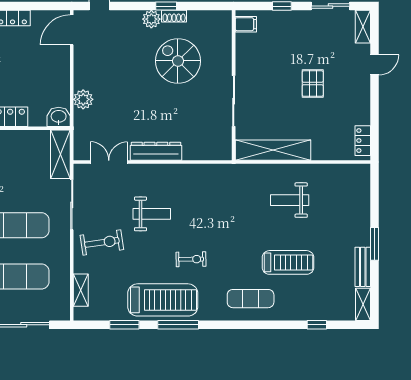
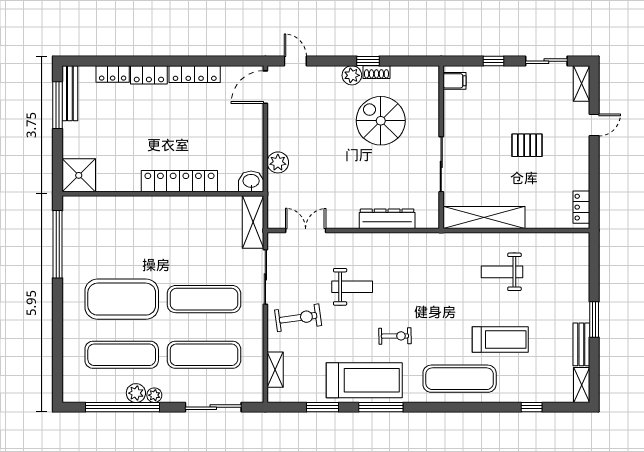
pallet: (313, 84) -> (527, 145), turned 90
dresser: (156, 151) -> (387, 219), moved
exercise mat: (251, 299) -> (460, 379), width x1.36, depth x1.45

